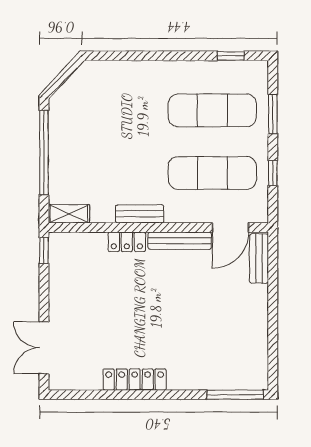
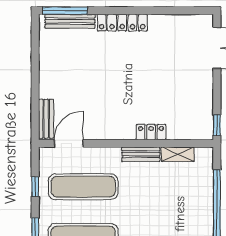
shelving: (69, 214) -> (178, 154), moved
bench: (180, 241) -> (70, 21), moved
locker: (135, 380) -> (122, 23), moved

